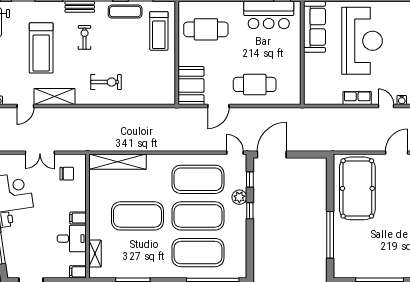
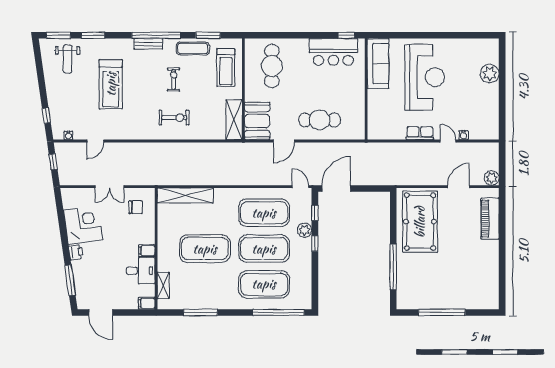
cafe table: (206, 29) -> (272, 66), turned 90
exercise bike: (85, 37) -> (174, 79), moved
shelving: (55, 97) -> (234, 120), moved, turned 90

